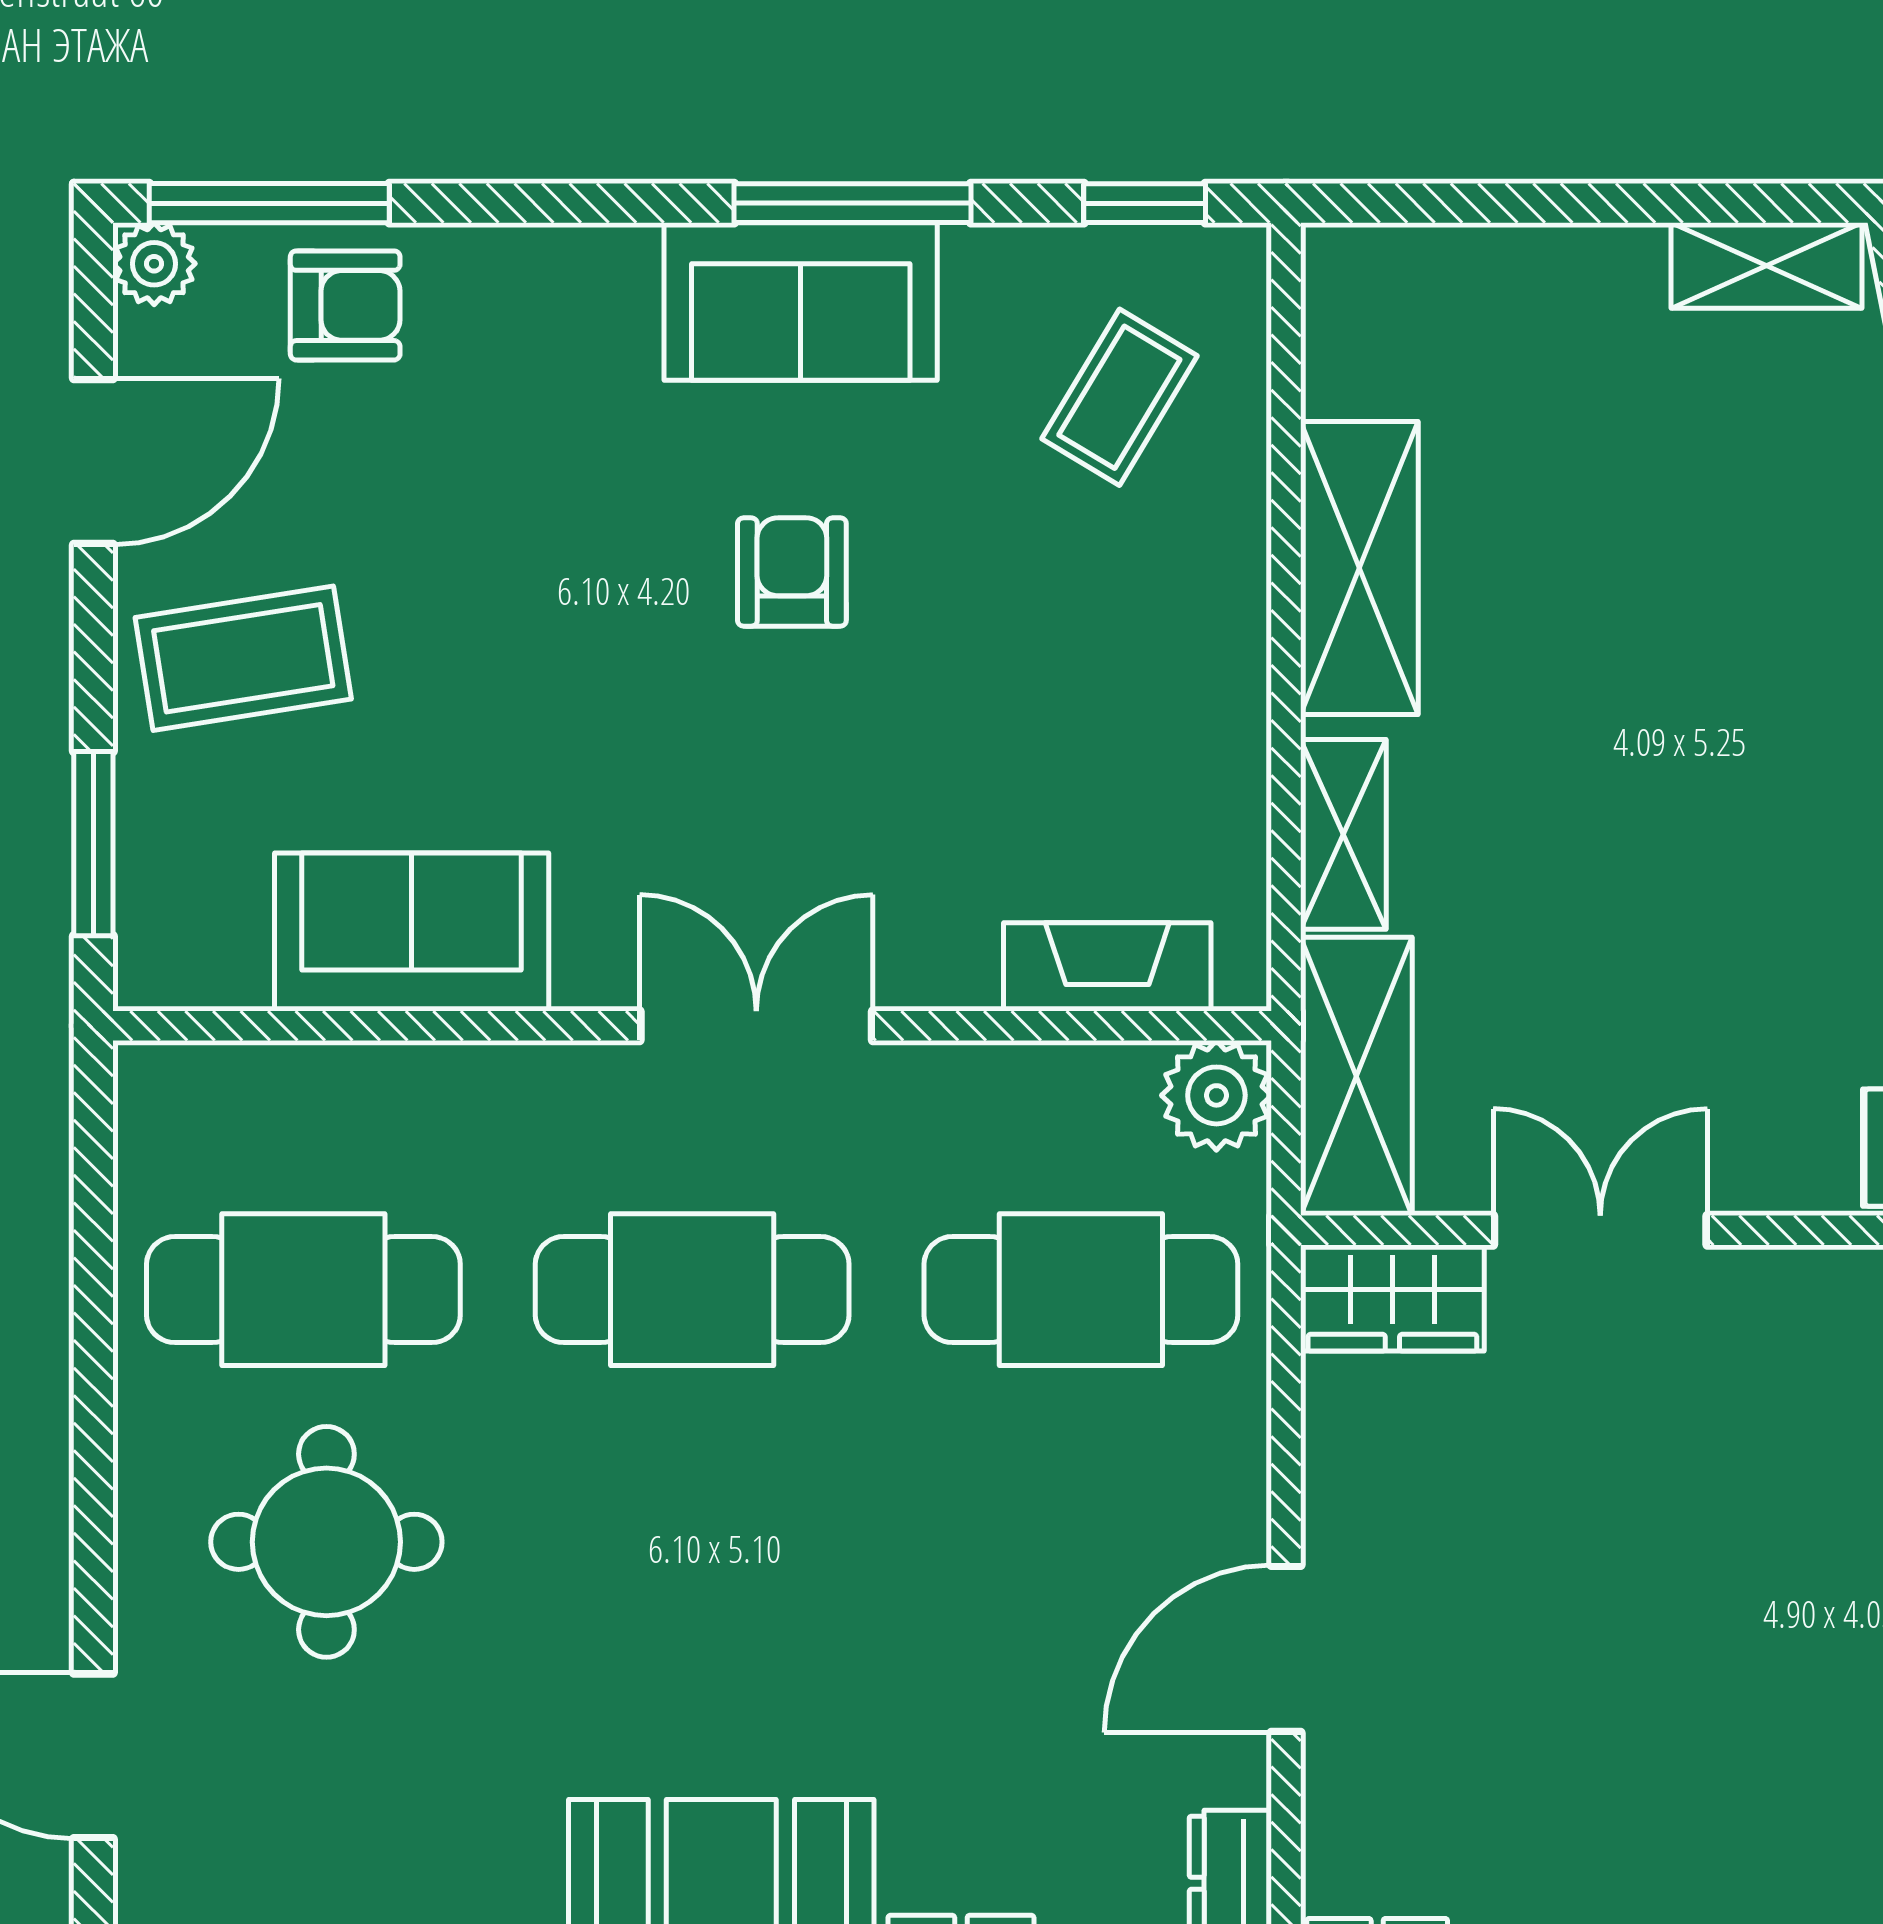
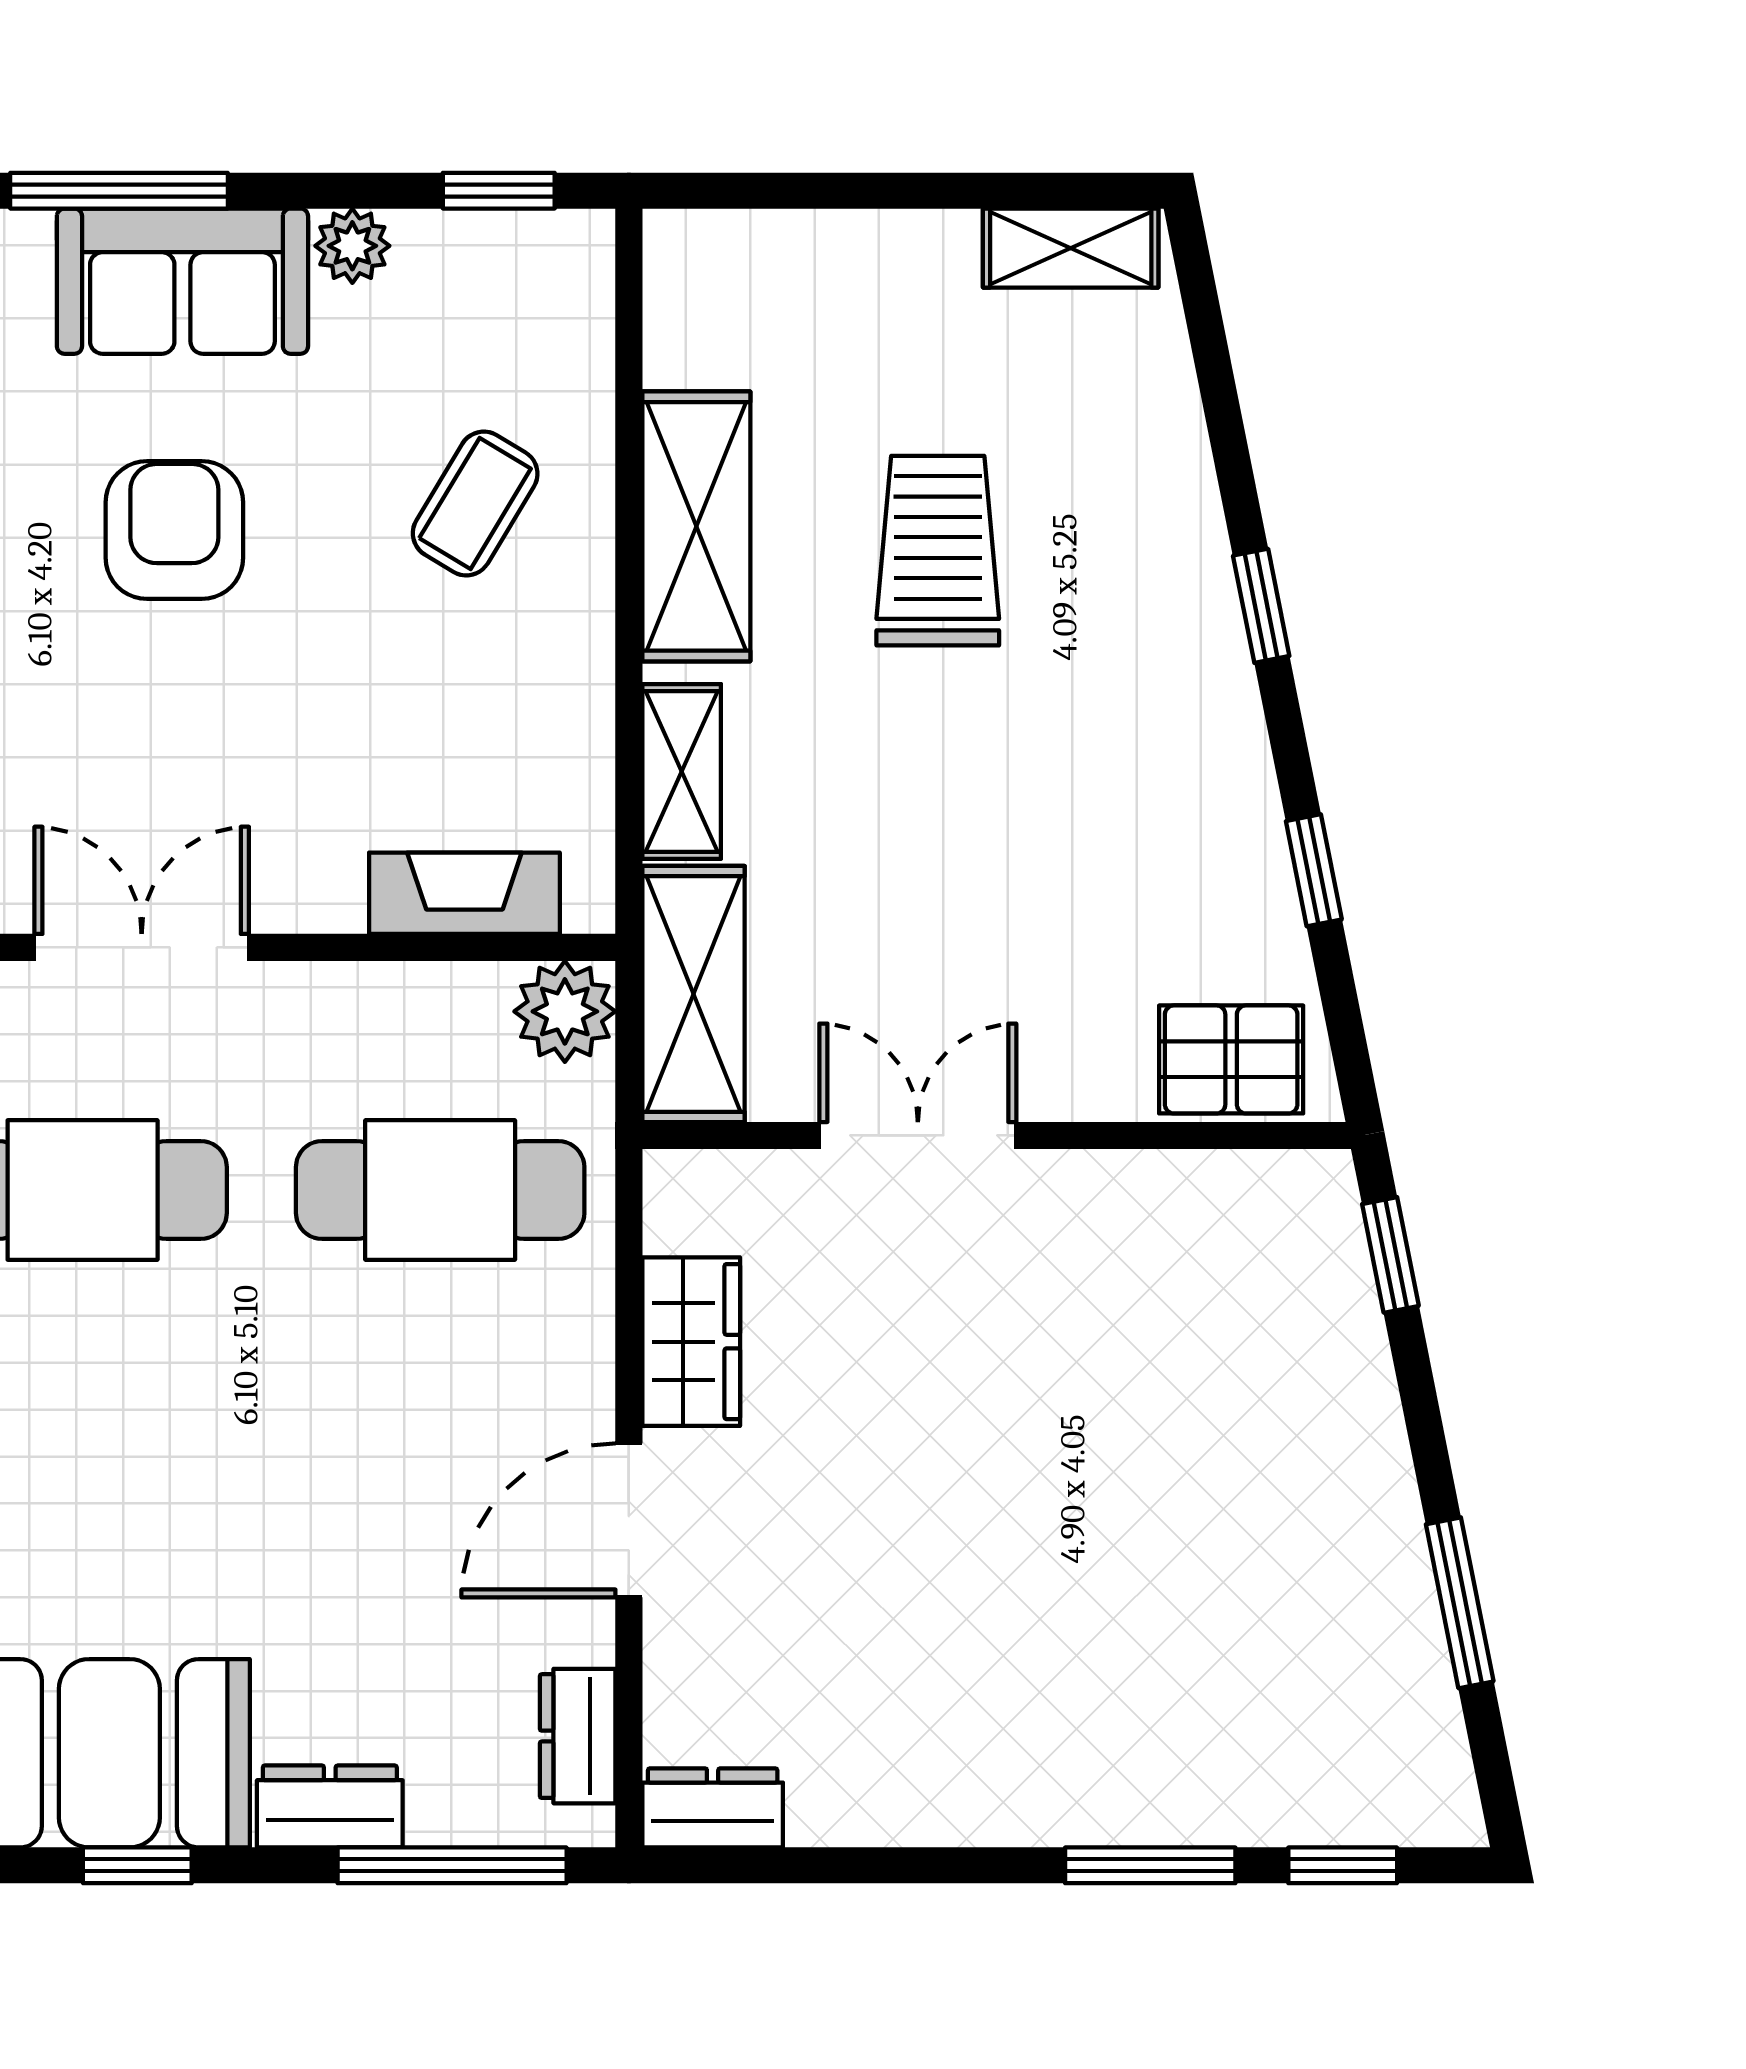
window: (852, 203) -> (119, 191), moved
plant: (985, 263) -> (352, 246), added
coffee table: (1119, 397) -> (475, 503), moved
armchair: (792, 572) -> (174, 530), width x1.38, depth x1.38
trolley: (1622, 594) -> (938, 551), added
wardrobe: (1392, 1298) -> (691, 1342), moved, turned -90

